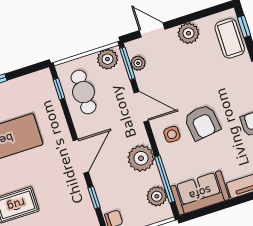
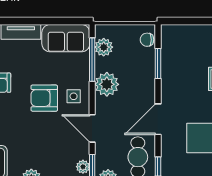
armchair: (202, 122) -> (44, 98), turned -82
door: (81, 156) -> (158, 119), moved
window: (94, 198) -> (158, 63), width x1.50

